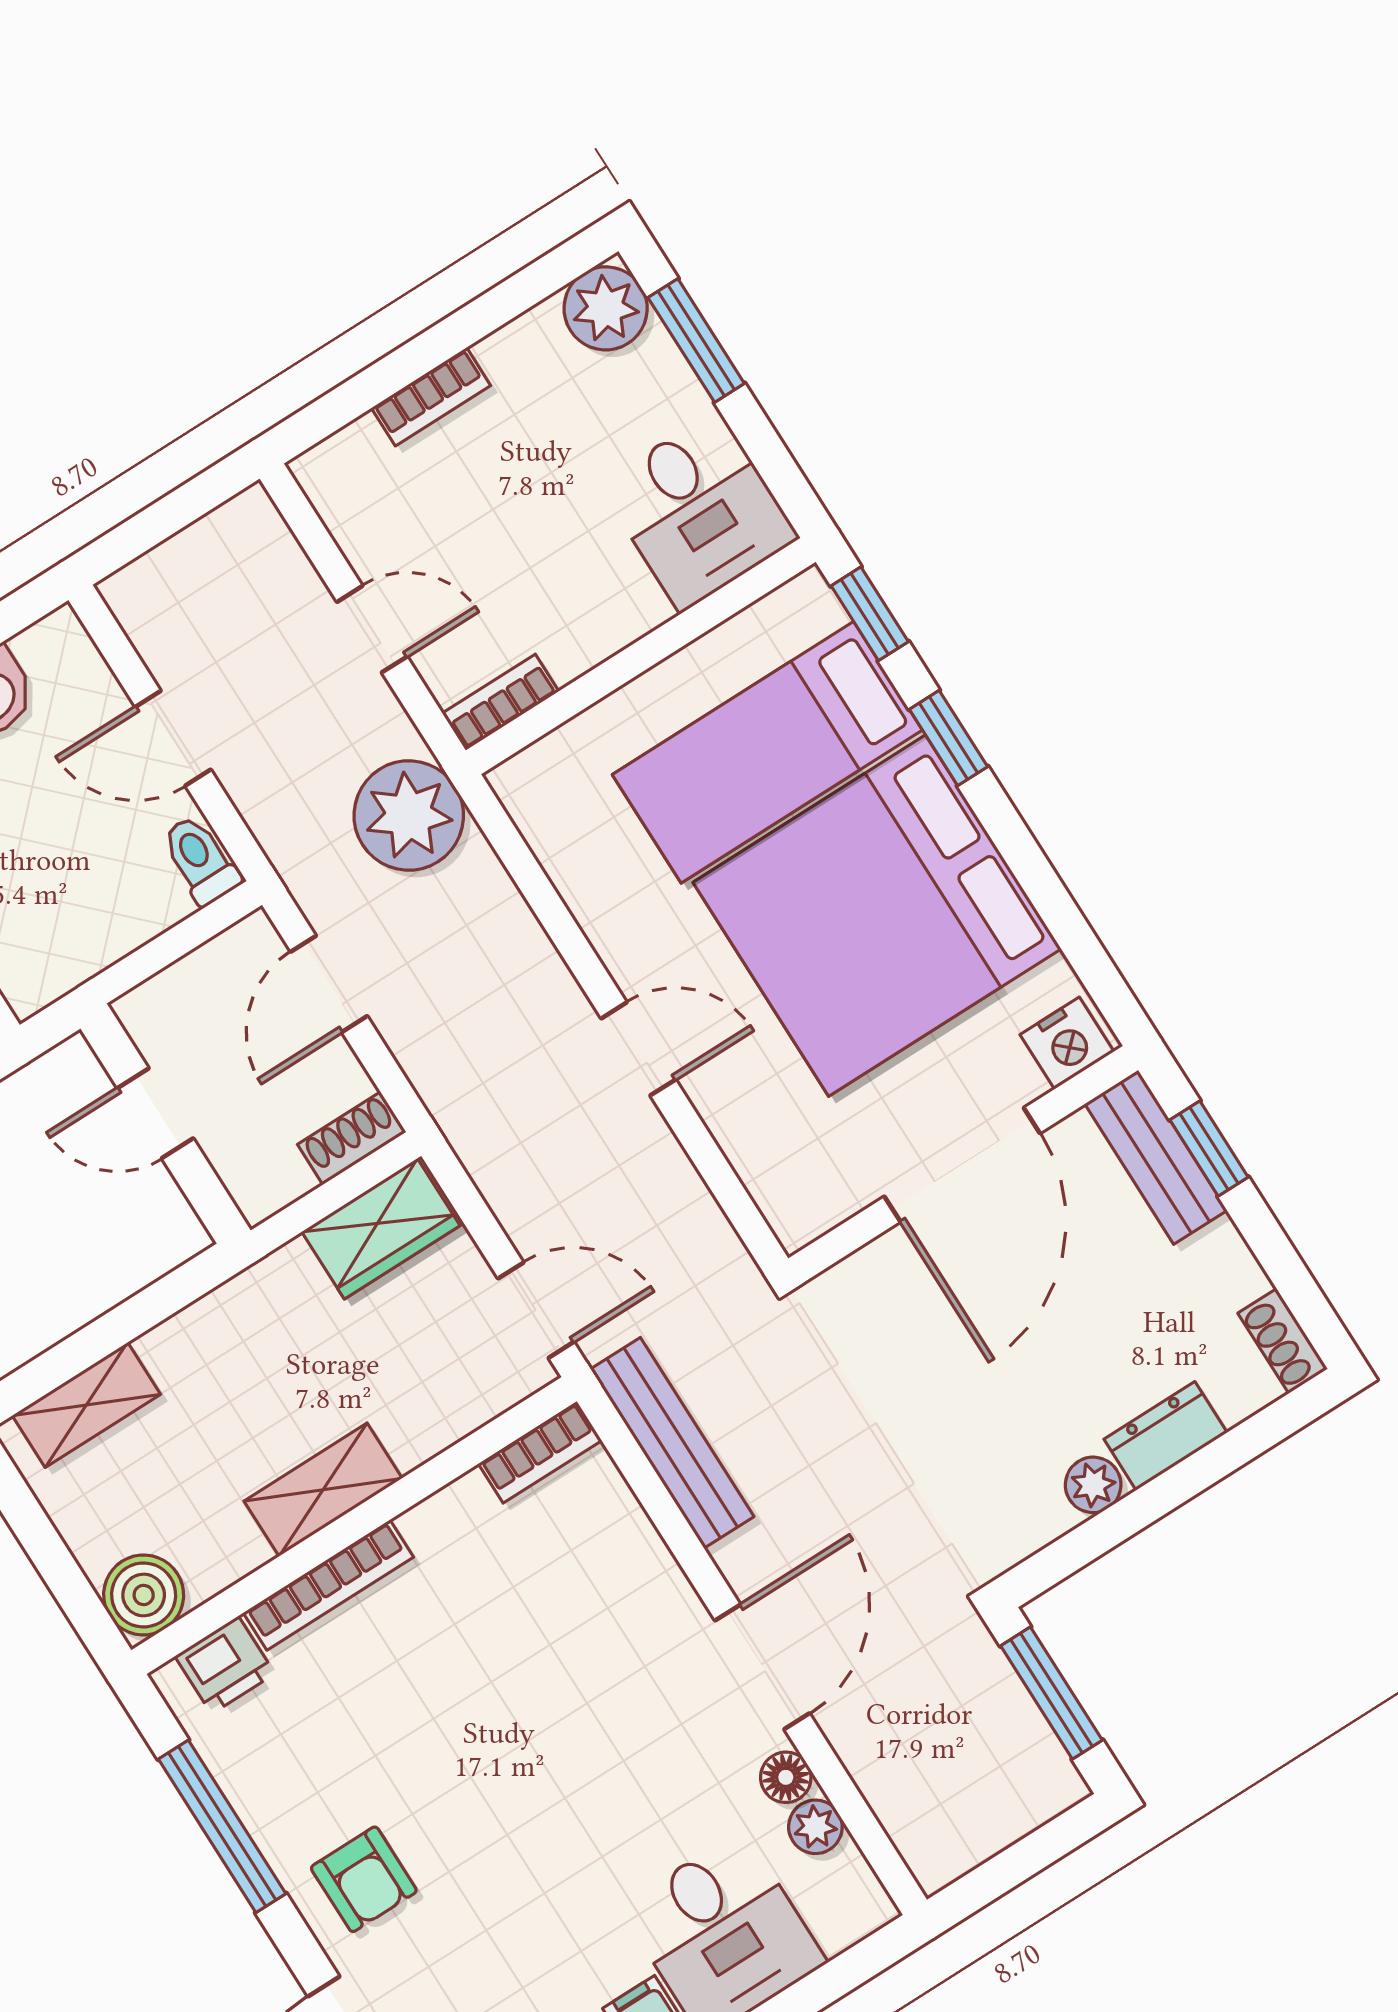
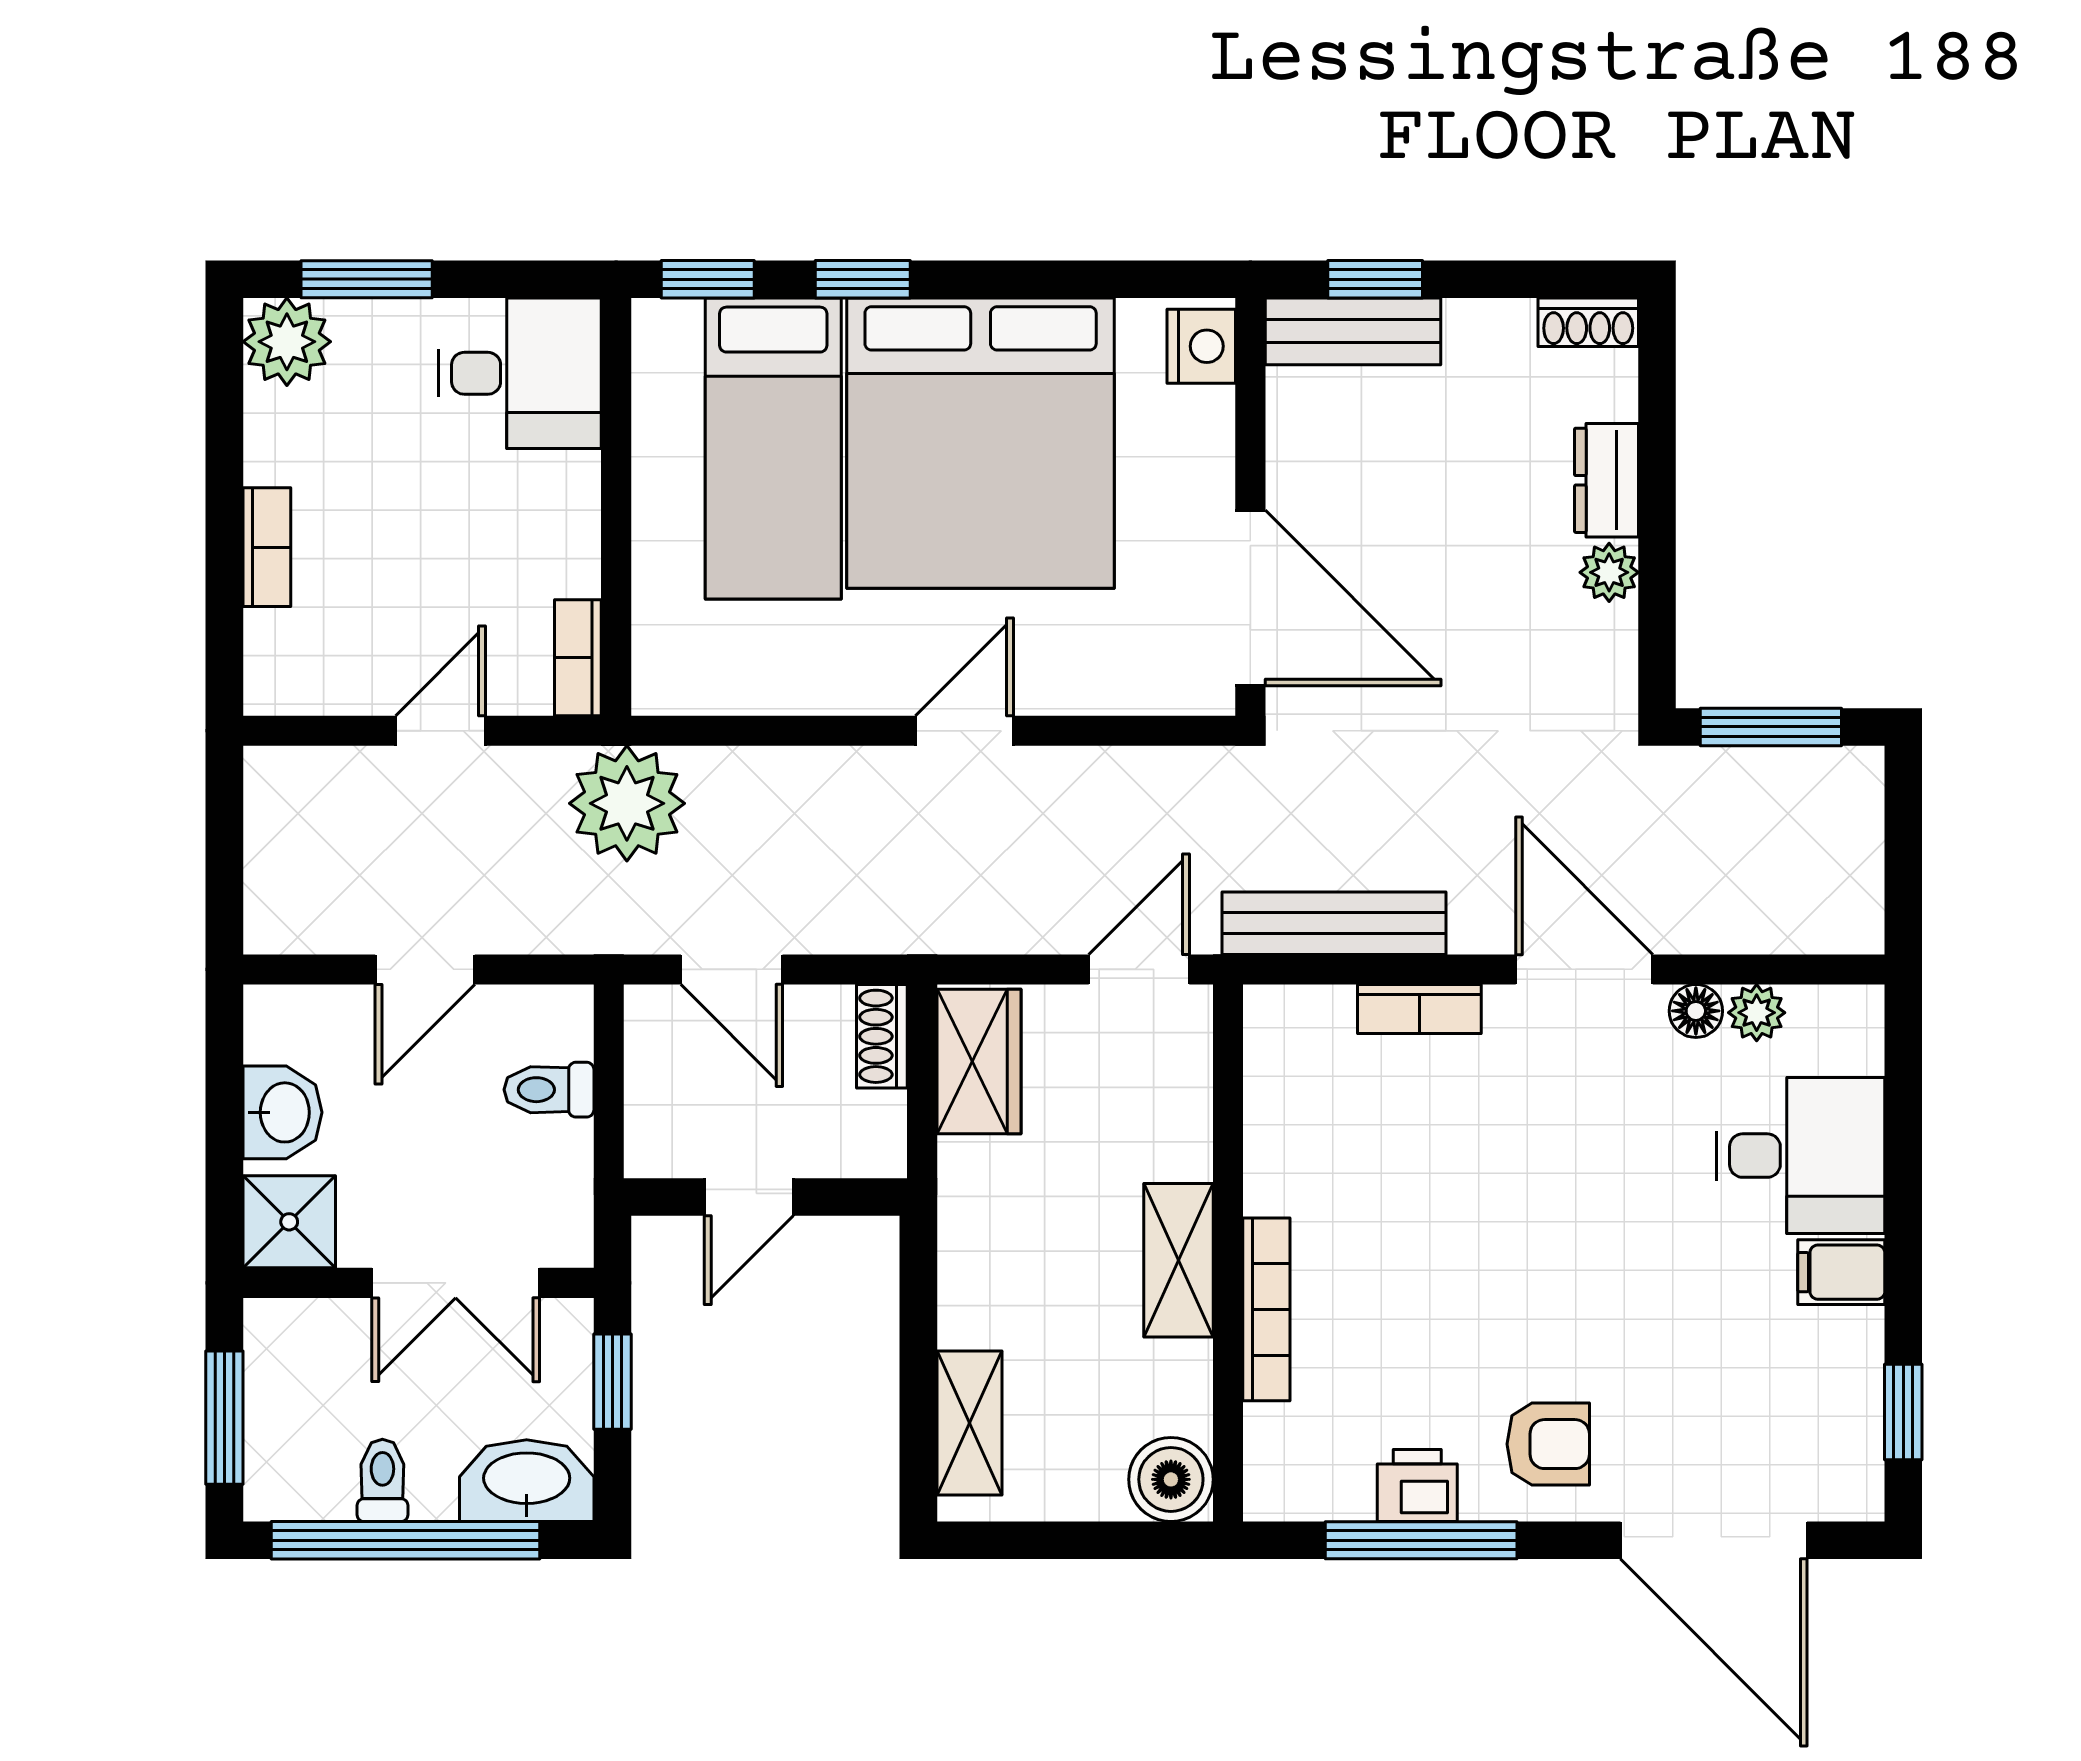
toilet: (200, 860) -> (549, 1090), moved
door: (962, 1165) -> (1250, 598), moved
bookcase: (540, 1452) -> (1419, 1009), moved, turned 90
printer: (225, 1665) -> (1417, 1485), moved, turned -90

